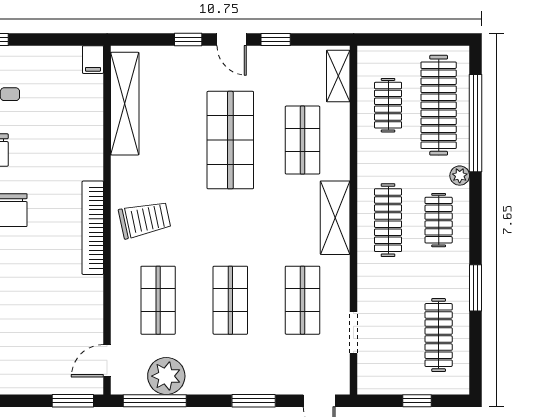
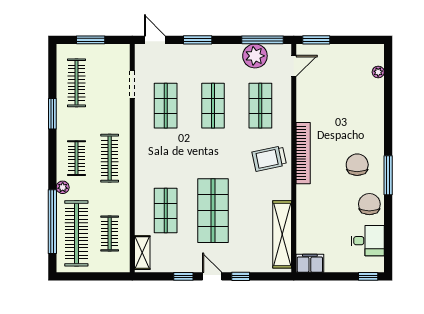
filing cabinet: (93, 60) -> (310, 263), width x2.00
shelving: (335, 218) -> (144, 160), removed
window: (417, 401) -> (91, 40), width x1.50

